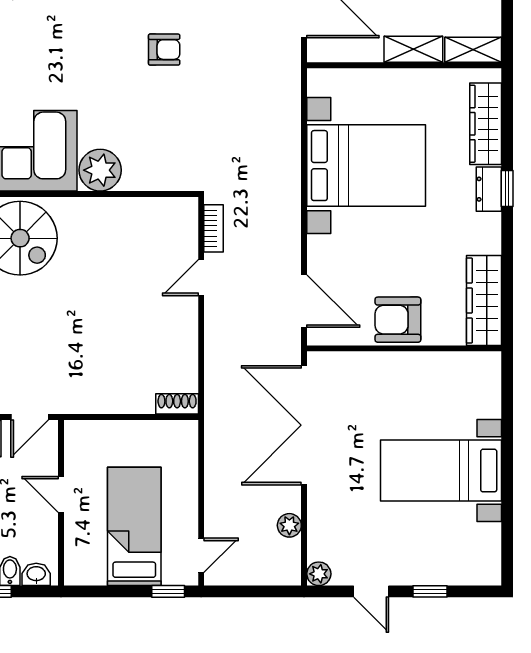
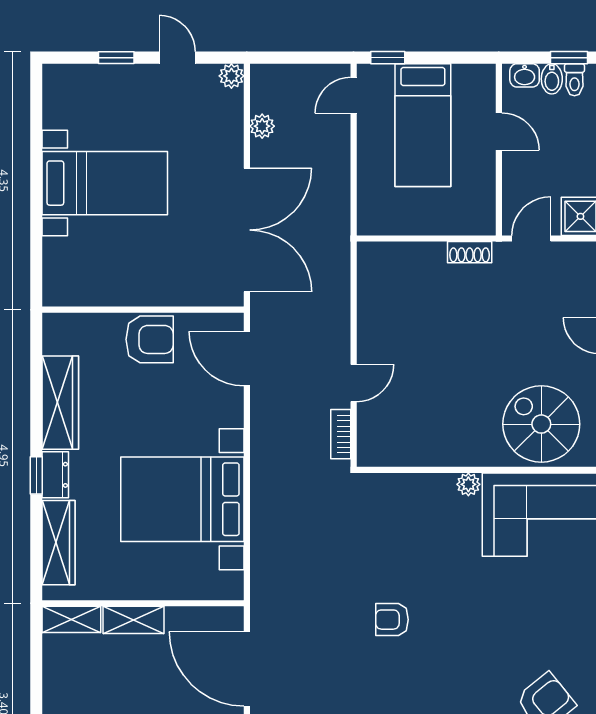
plant: (100, 170) -> (468, 484), width x0.53, depth x0.53
wardrobe: (484, 300) -> (60, 403), moved
shoe rack: (177, 404) -> (470, 252), moved
door: (61, 494) -> (499, 131), moved

